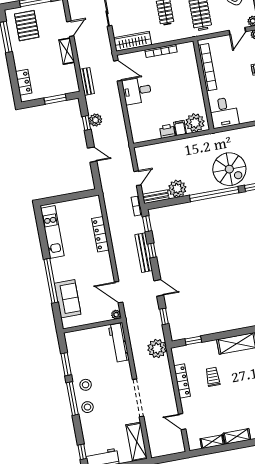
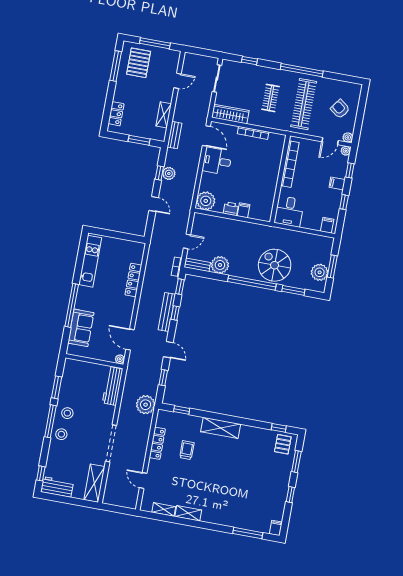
shelving: (67, 51) -> (164, 115), moved
plant: (195, 123) -> (206, 201), moved
spiral stairs: (229, 169) -> (275, 265), turned 180

